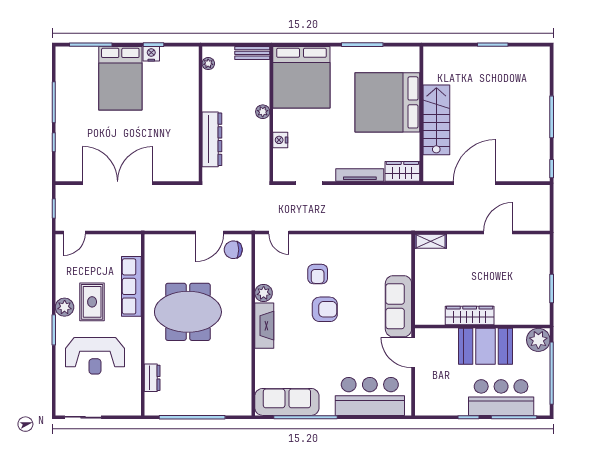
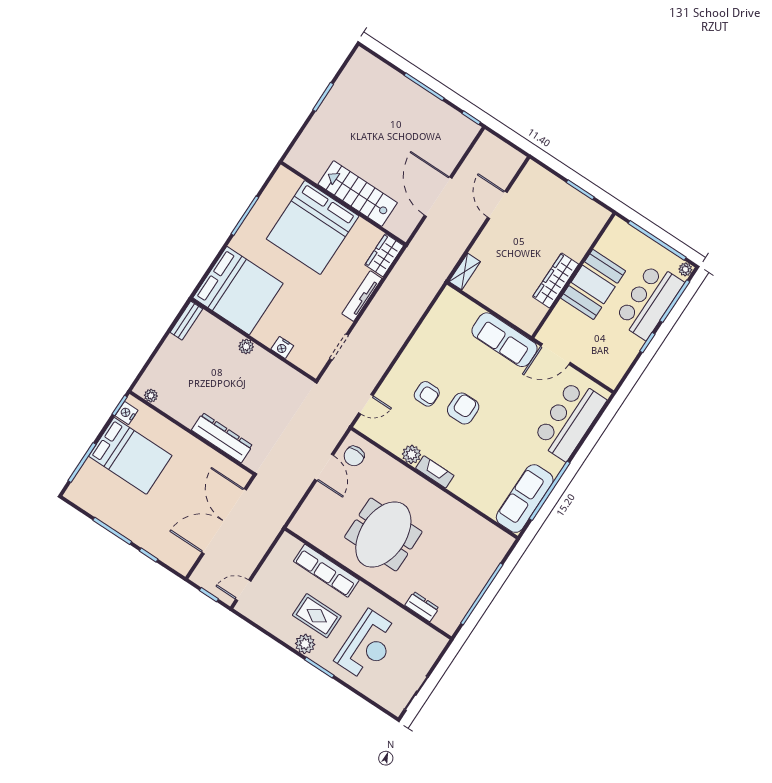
plant: (208, 64) -> (151, 396), moved
wall: (200, 114) -> (192, 433), moved
dresser: (212, 139) -> (222, 438), moved
door: (74, 233) -> (243, 590), swing flipped
fireplace: (264, 326) -> (435, 472), width x0.73, depth x0.76
plant: (538, 340) -> (685, 269), moved, width x0.53, depth x0.53

